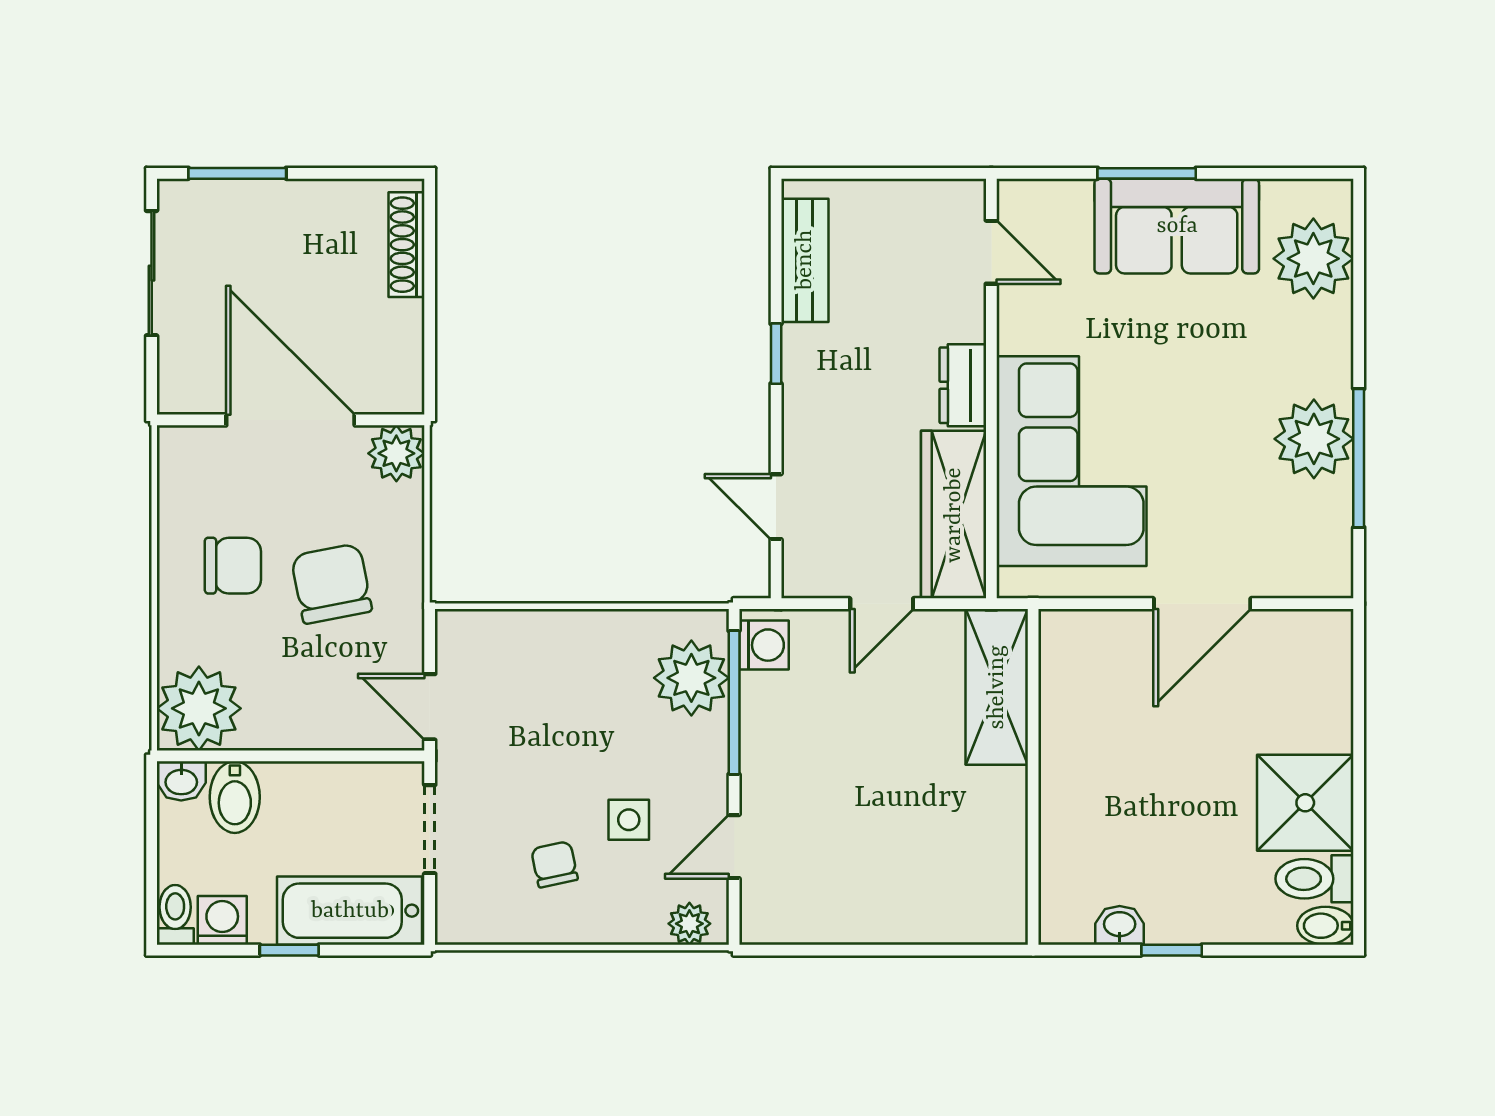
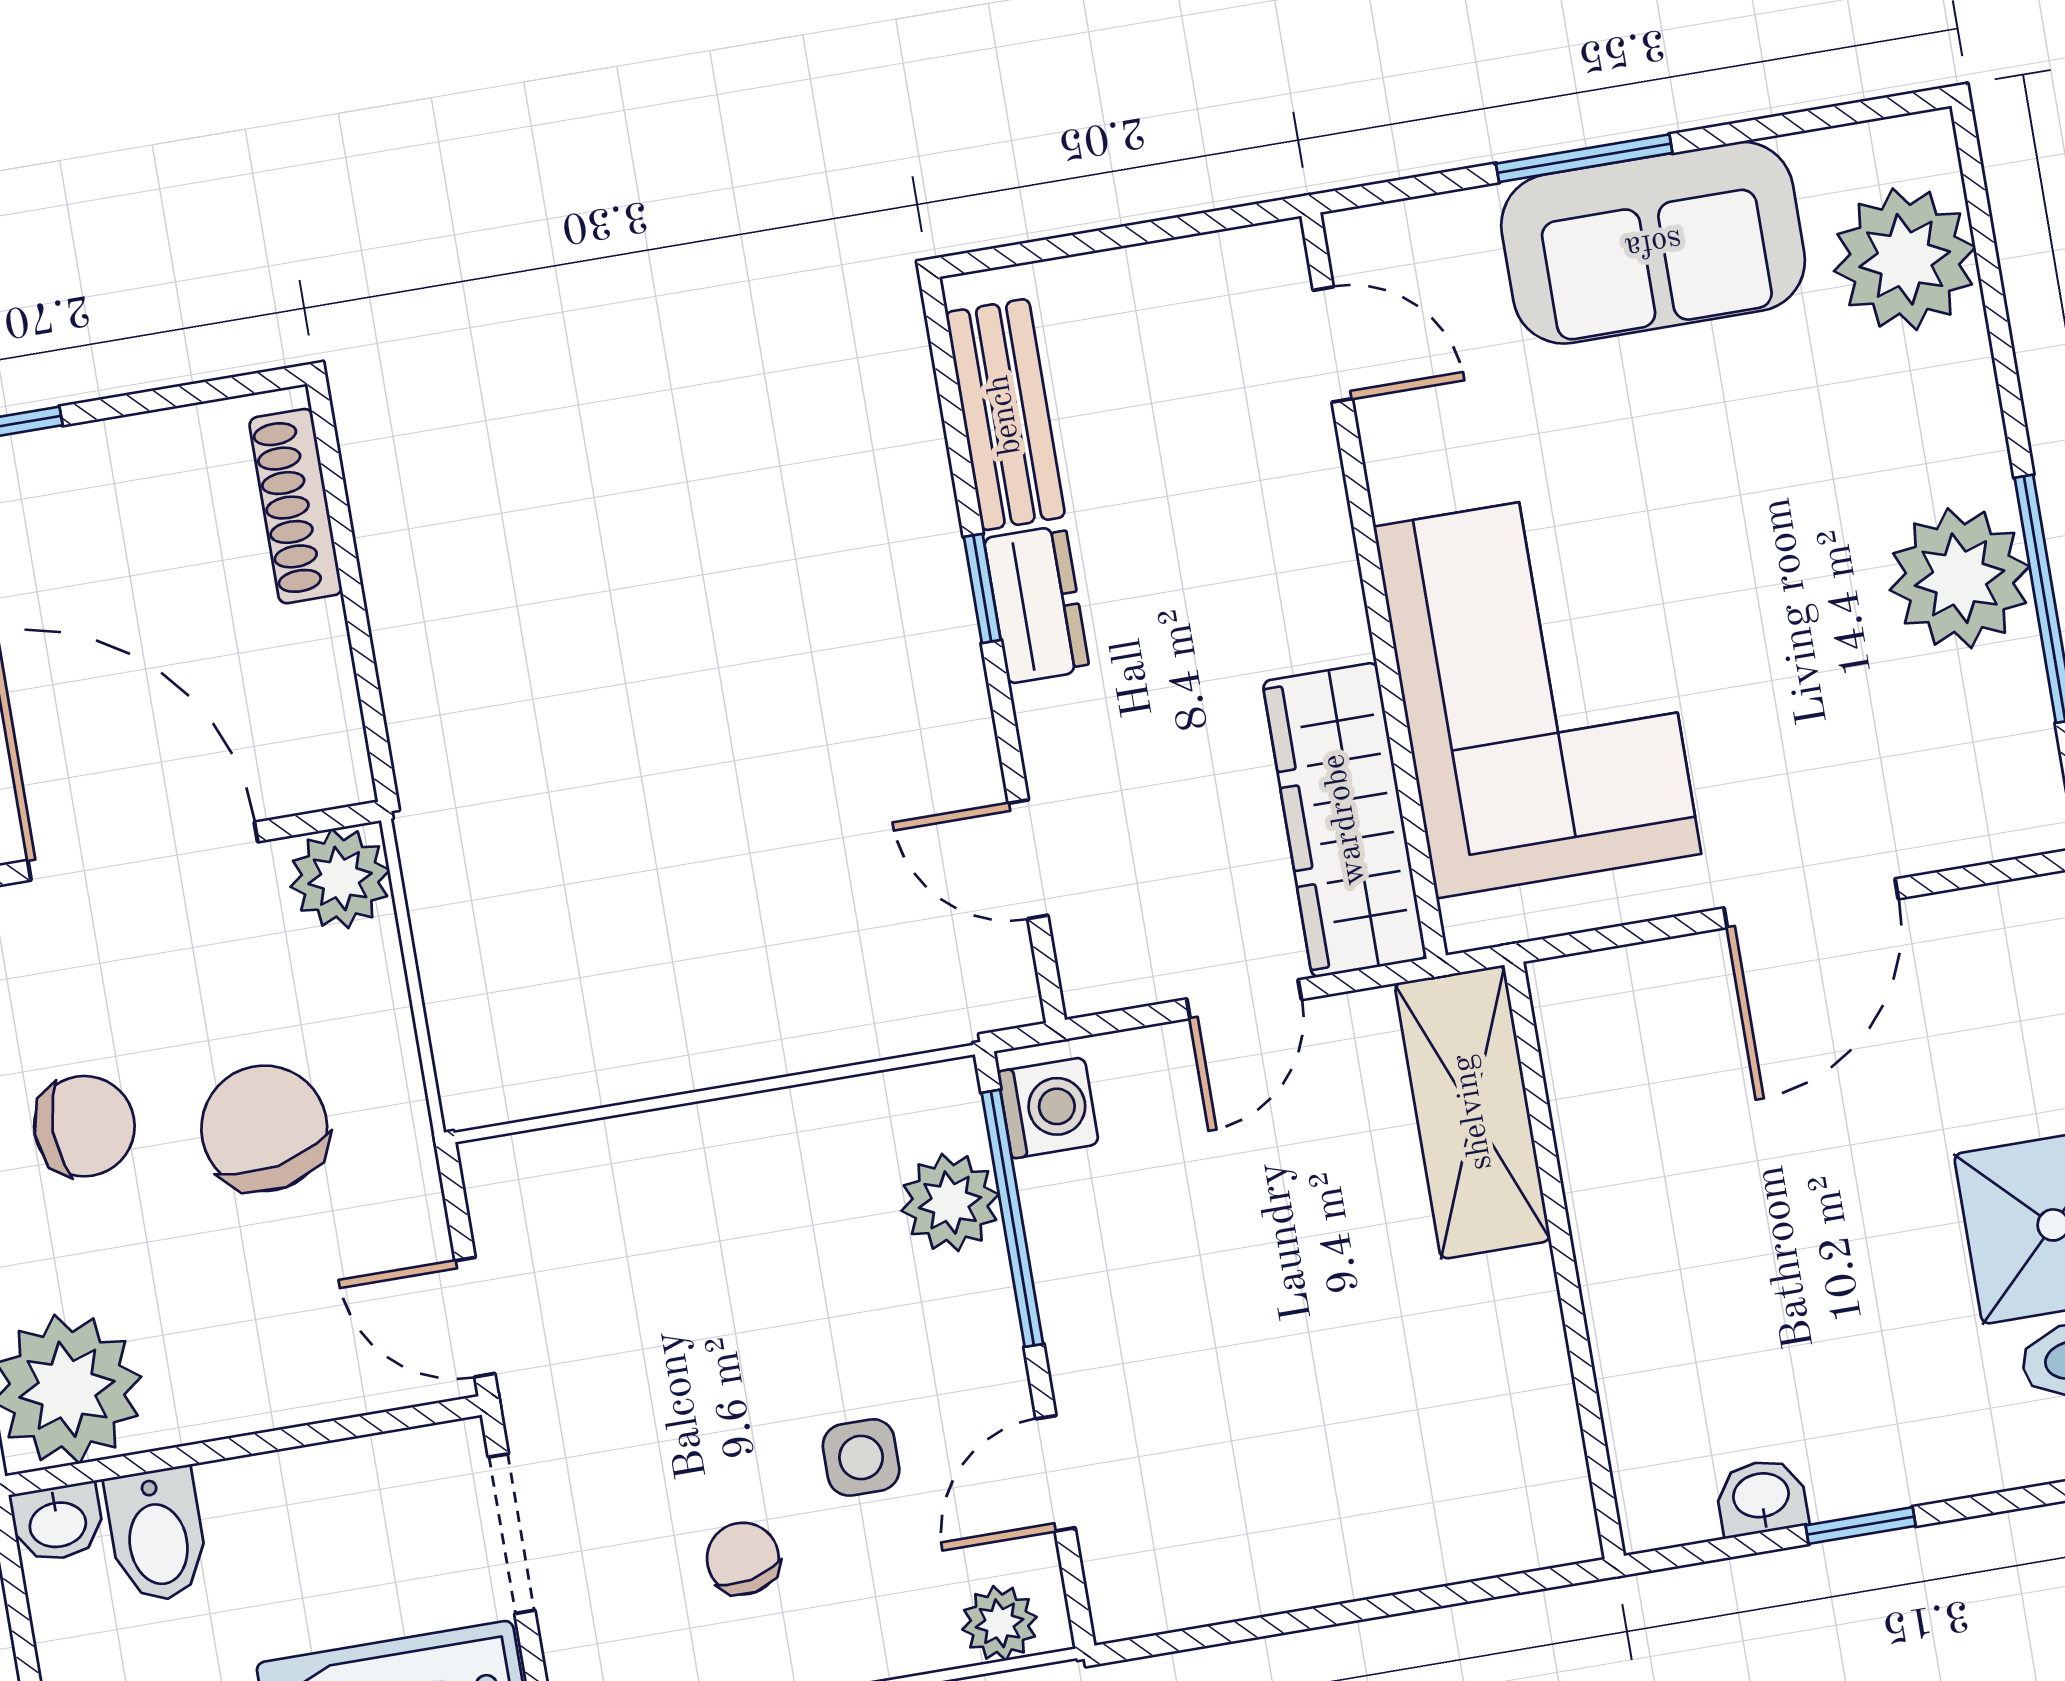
dresser: (963, 385) -> (1037, 604), moved, turned 180
plant: (691, 678) -> (950, 1203), width x0.73, depth x0.73

